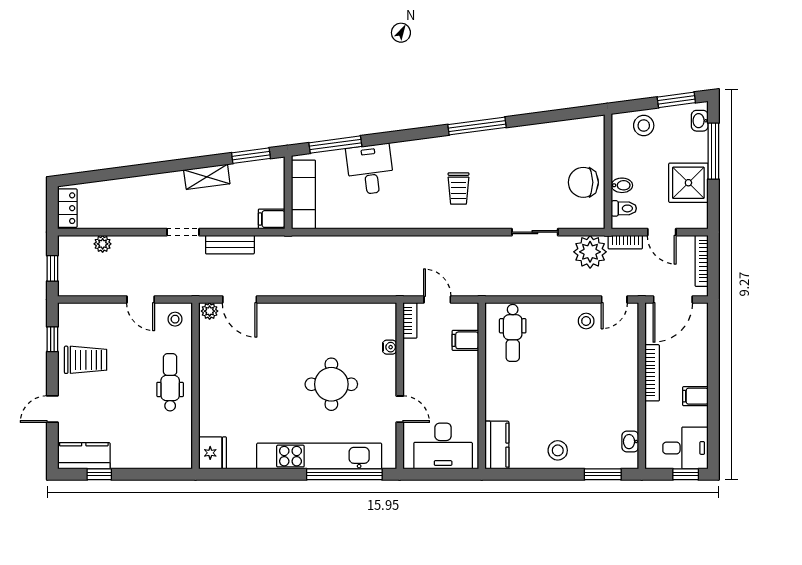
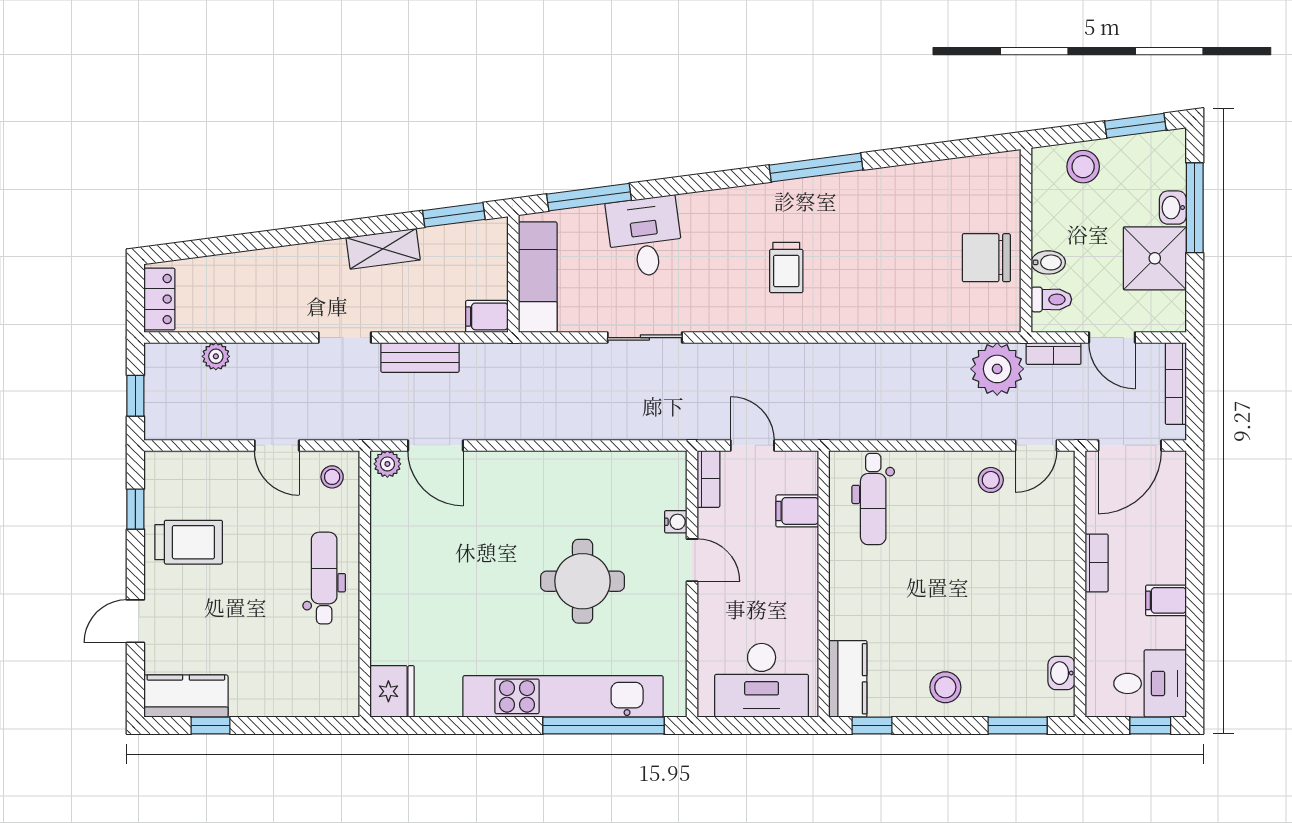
washbasin: (700, 121) -> (1173, 208), moved
sliding door: (535, 232) -> (645, 338), moved
bookcase: (652, 373) -> (1097, 563), width x0.64
door: (400, 409) -> (692, 560), moved
window: (512, 474) -> (872, 725), added

